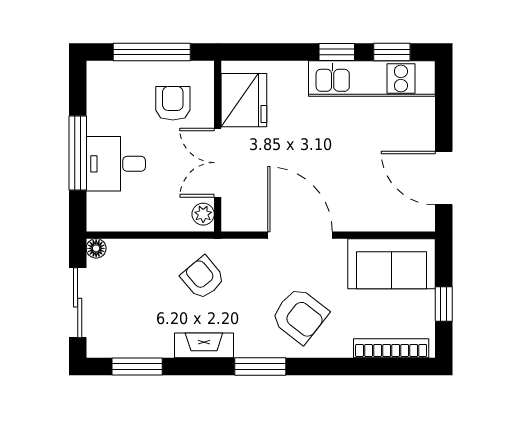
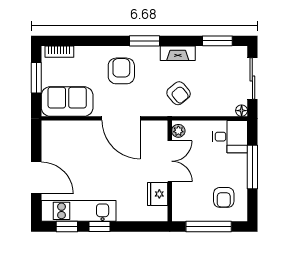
fridge: (244, 100) -> (158, 194), width x0.73, depth x0.75
armchair: (173, 103) -> (224, 197), moved
desk: (116, 164) -> (230, 137), moved
door: (444, 178) -> (36, 178), moved
window: (444, 304) -> (36, 78), width x1.50
armchair: (300, 316) -> (121, 71), turned 52
bookcase: (391, 348) -> (59, 52), width x0.64

